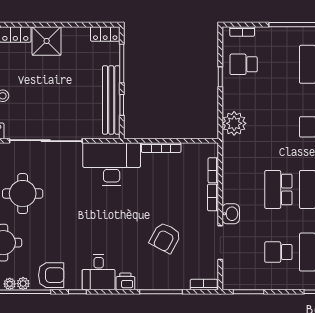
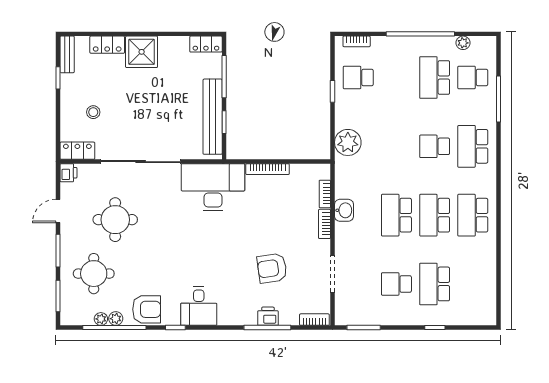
washbasin: (231, 214) -> (344, 210), moved
armchair: (165, 238) -> (272, 268), turned 54
printer: (125, 281) -> (268, 316), moved

